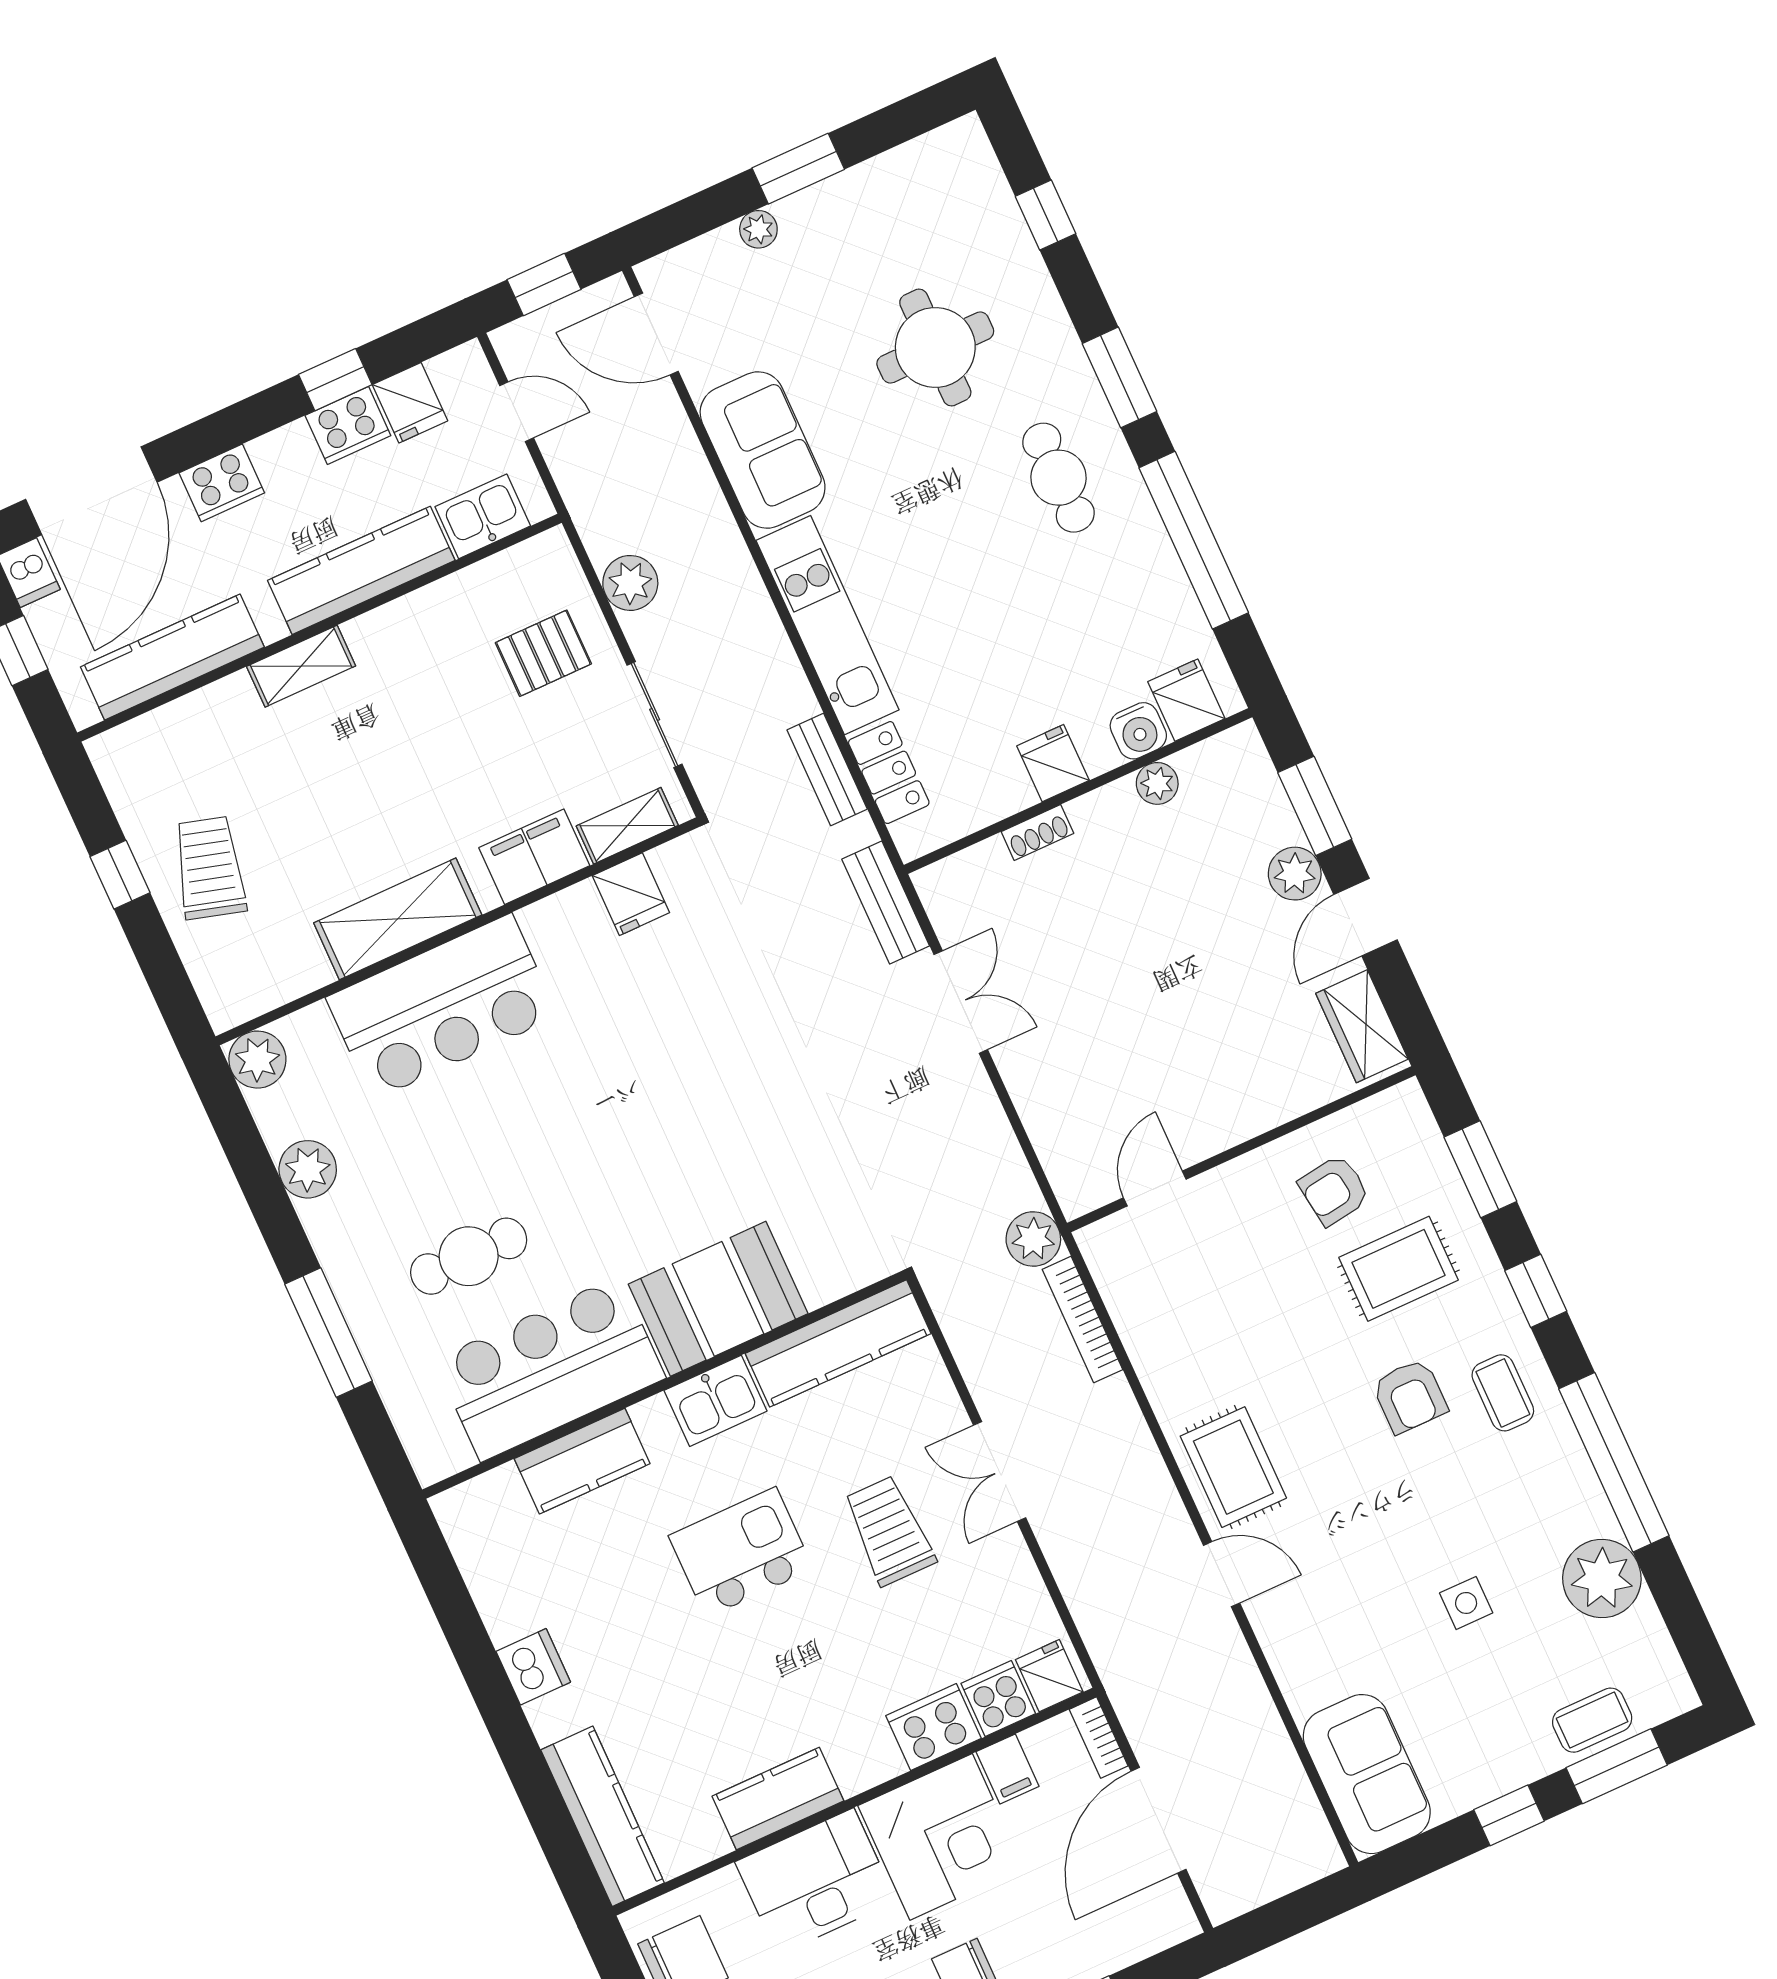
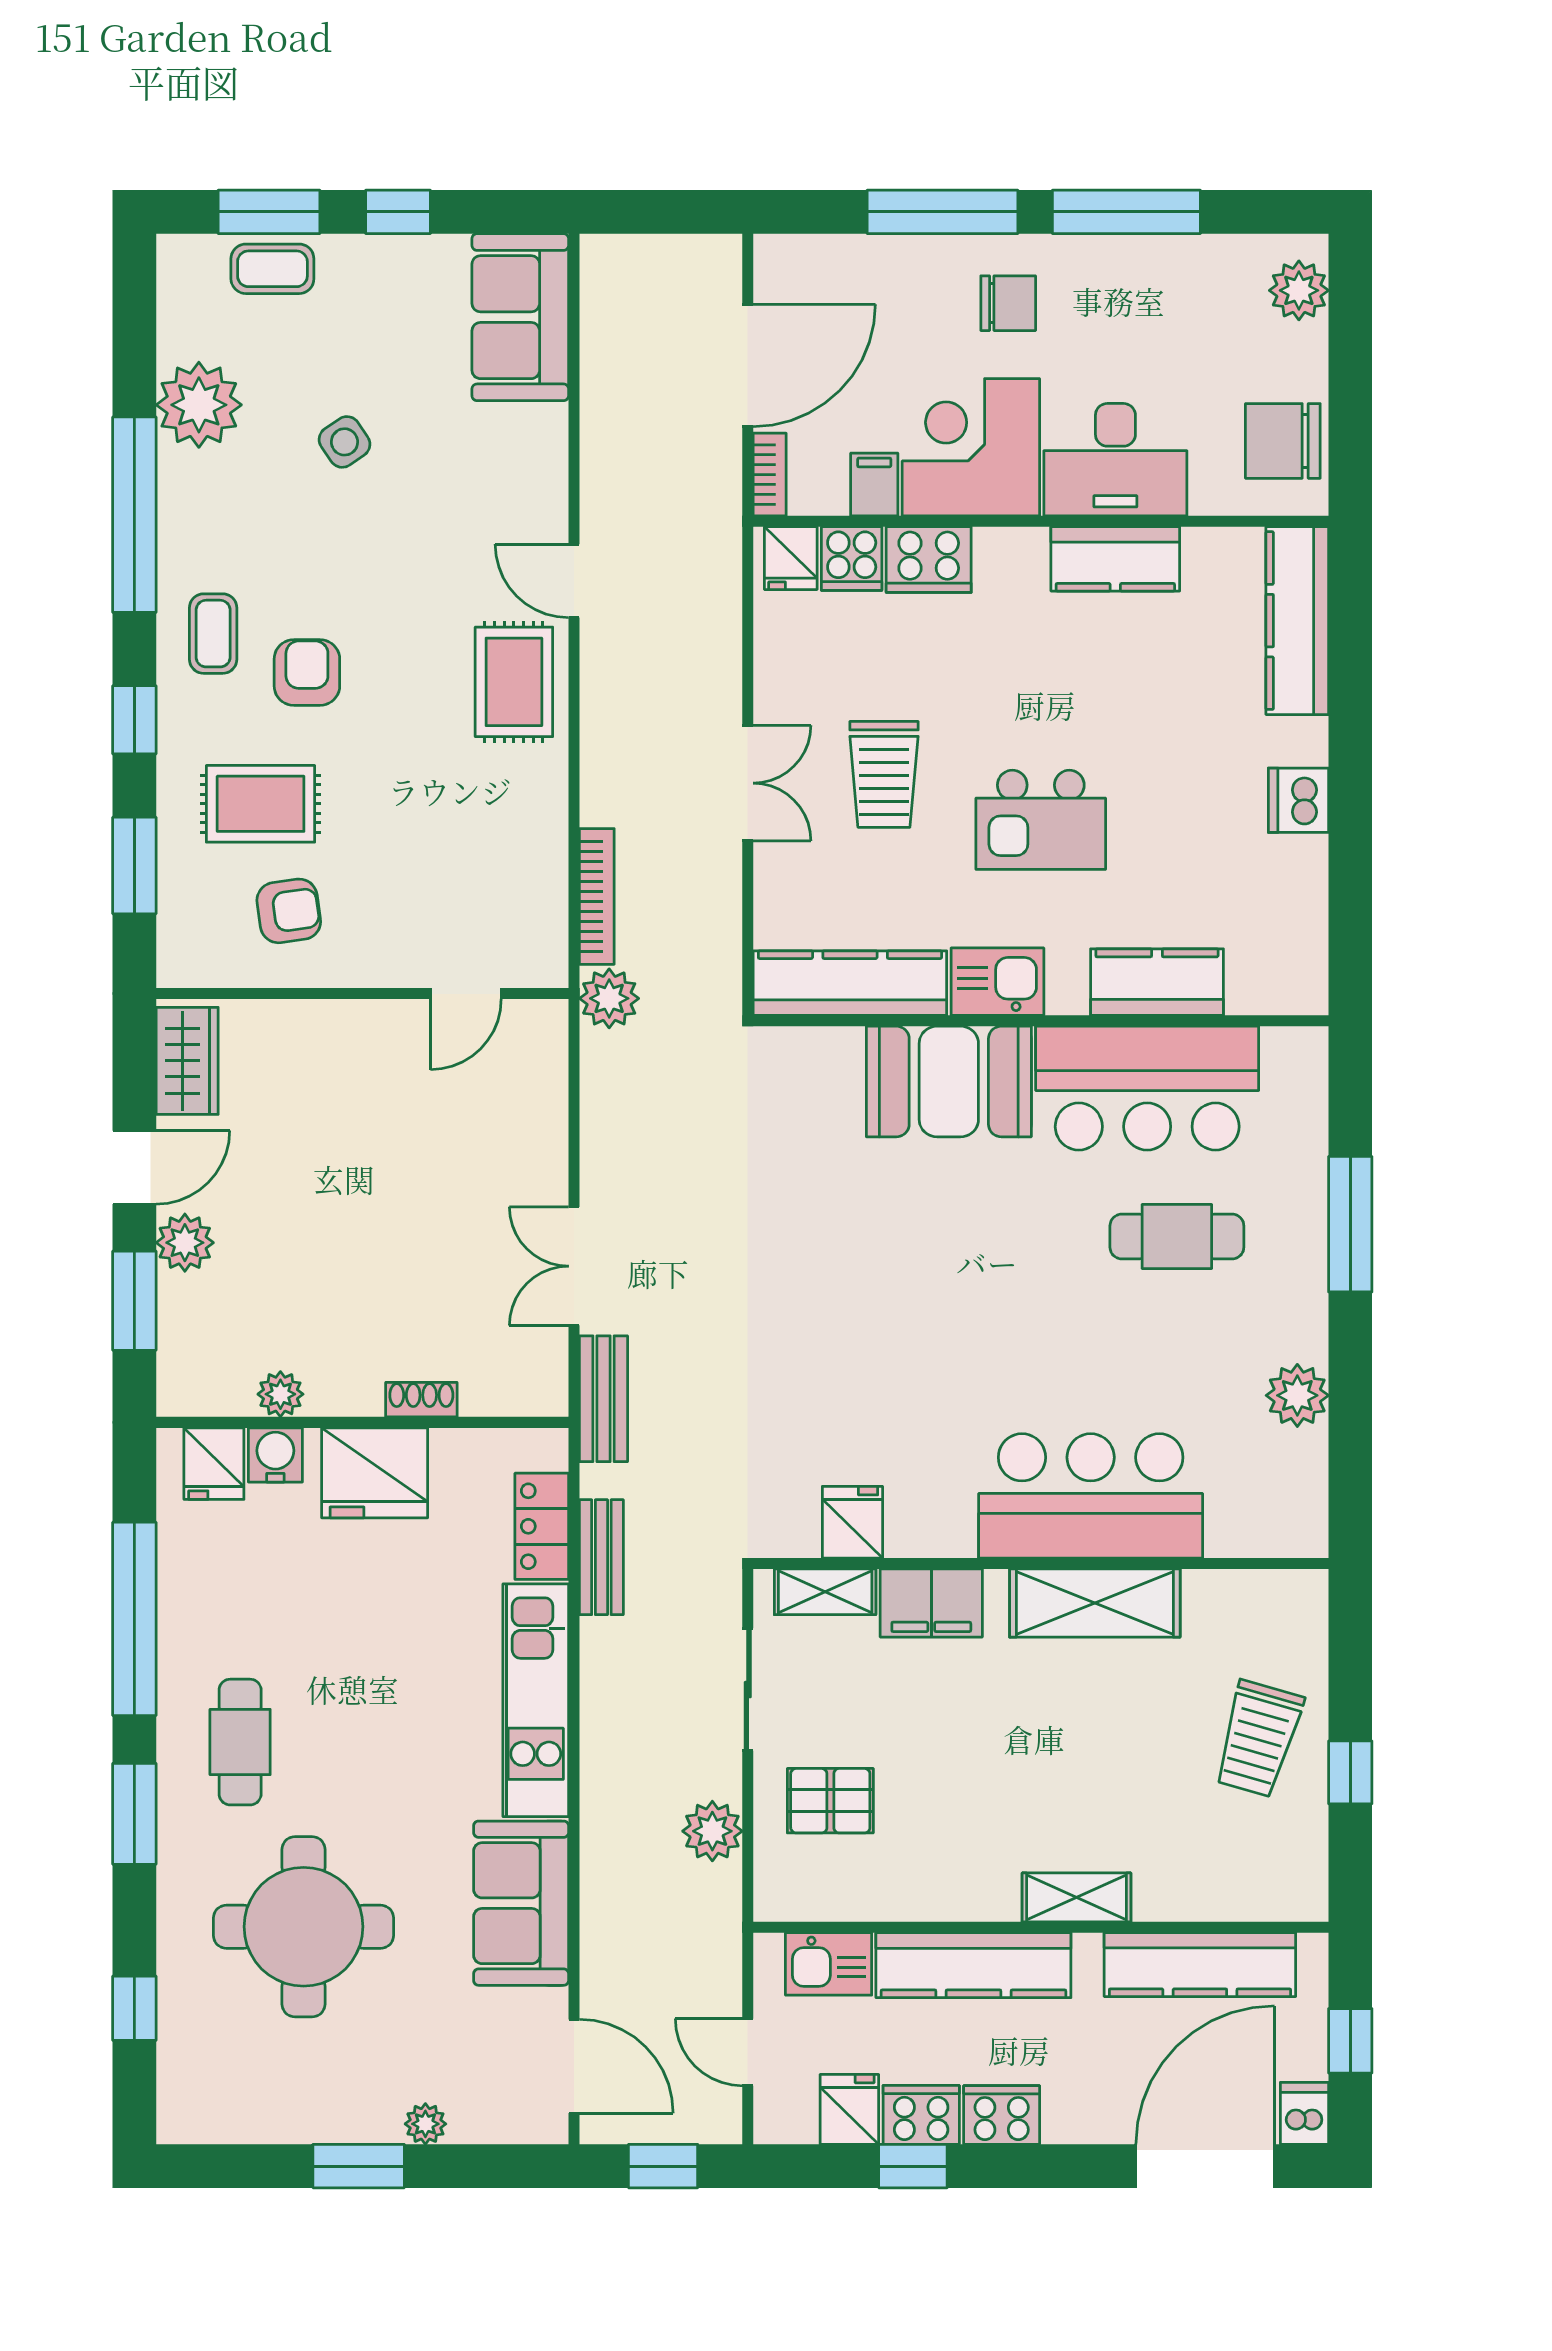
round table: (935, 348) -> (304, 1927), width x1.36, depth x1.36
cooker: (222, 483) -> (1002, 2115), moved
fridge: (1053, 763) -> (375, 1473), width x1.88, depth x1.34
plant: (257, 1060) -> (1297, 1527), removed
side table: (1466, 1603) -> (345, 442), turned -34

